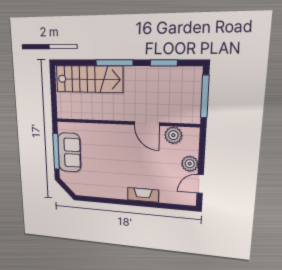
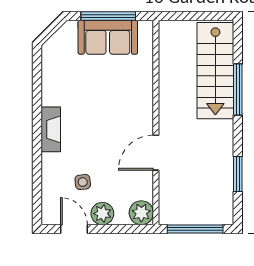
window: (114, 63) -> (238, 89), moved
plant: (173, 135) -> (141, 213), moved
side table: (166, 176) -> (83, 182), added
fireplace: (143, 195) -> (51, 129), moved

